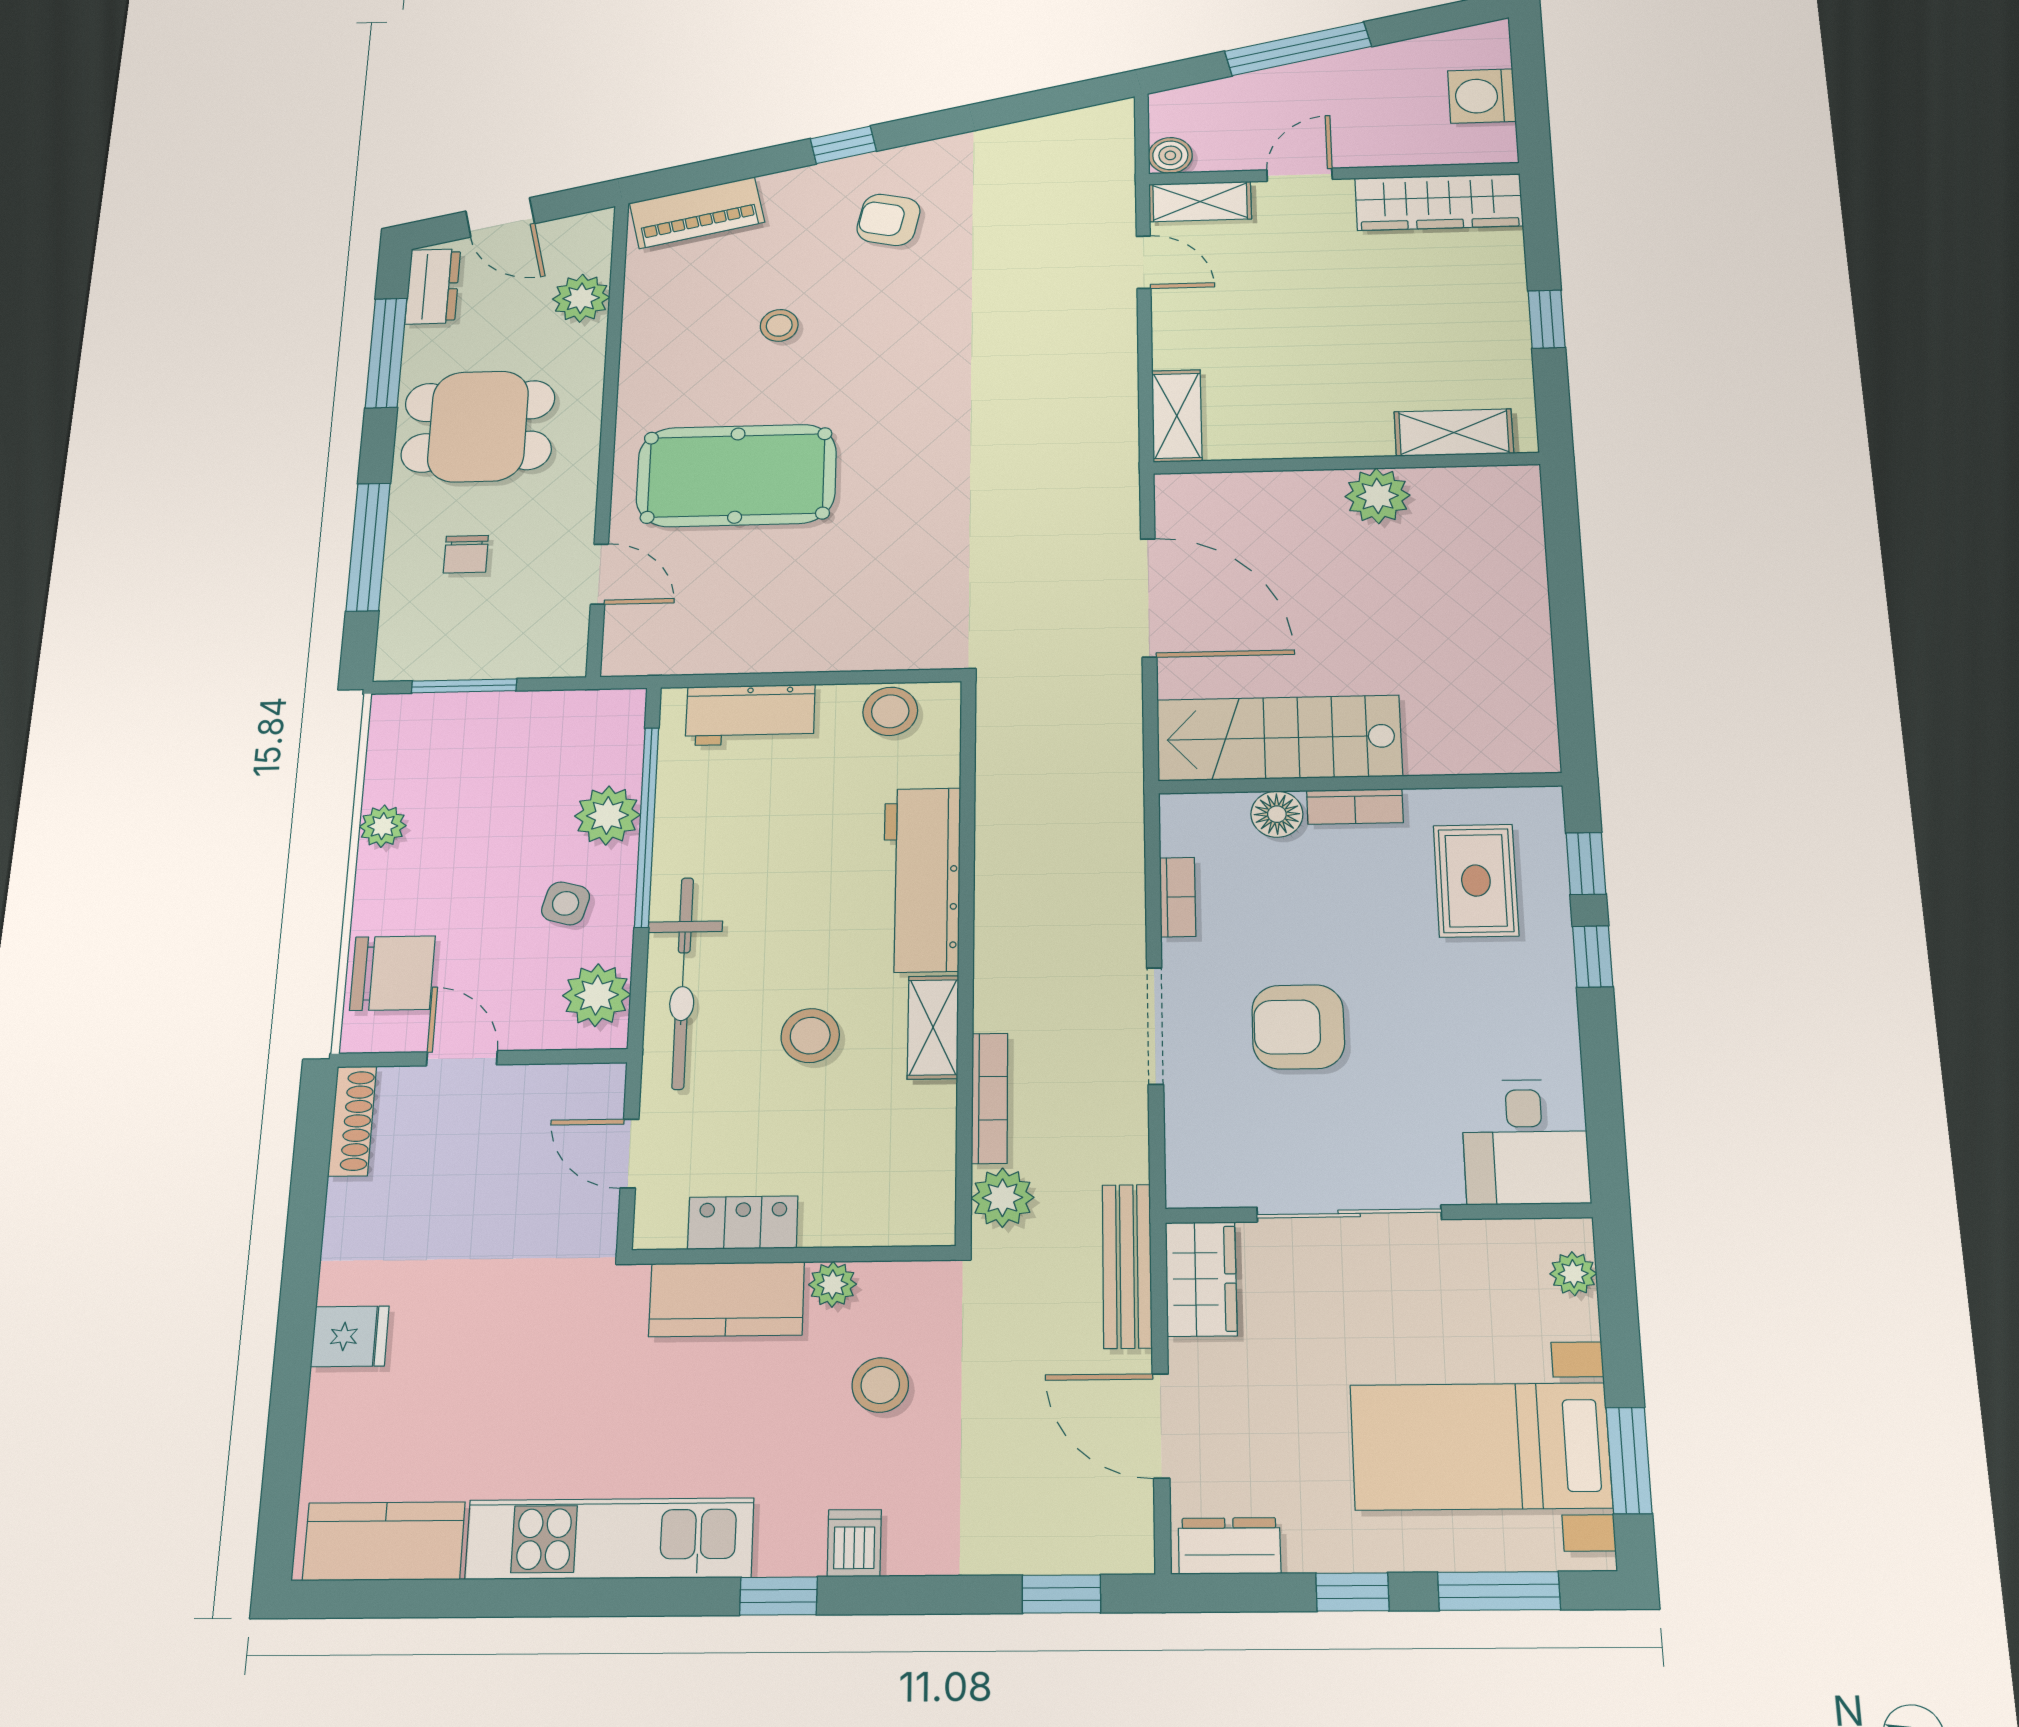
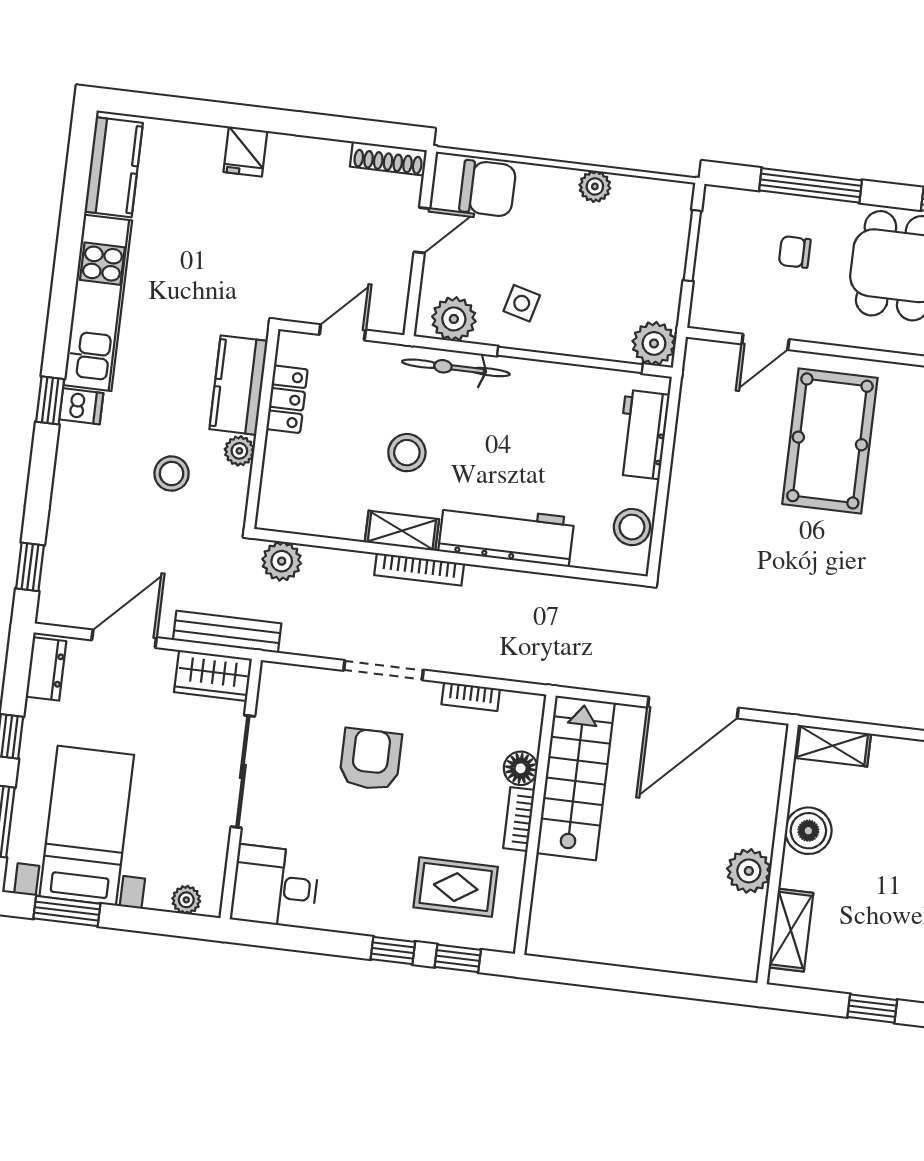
boiler: (1305, 430) -> (808, 831), added
plant: (607, 815) -> (654, 343), moved
chair: (393, 973) -> (488, 188), turned -90
bicycle: (683, 982) -> (456, 368), width x0.73, depth x0.71
bookcase: (990, 1098) -> (419, 569), moved
dishwasher: (854, 1543) -> (81, 406), moved

